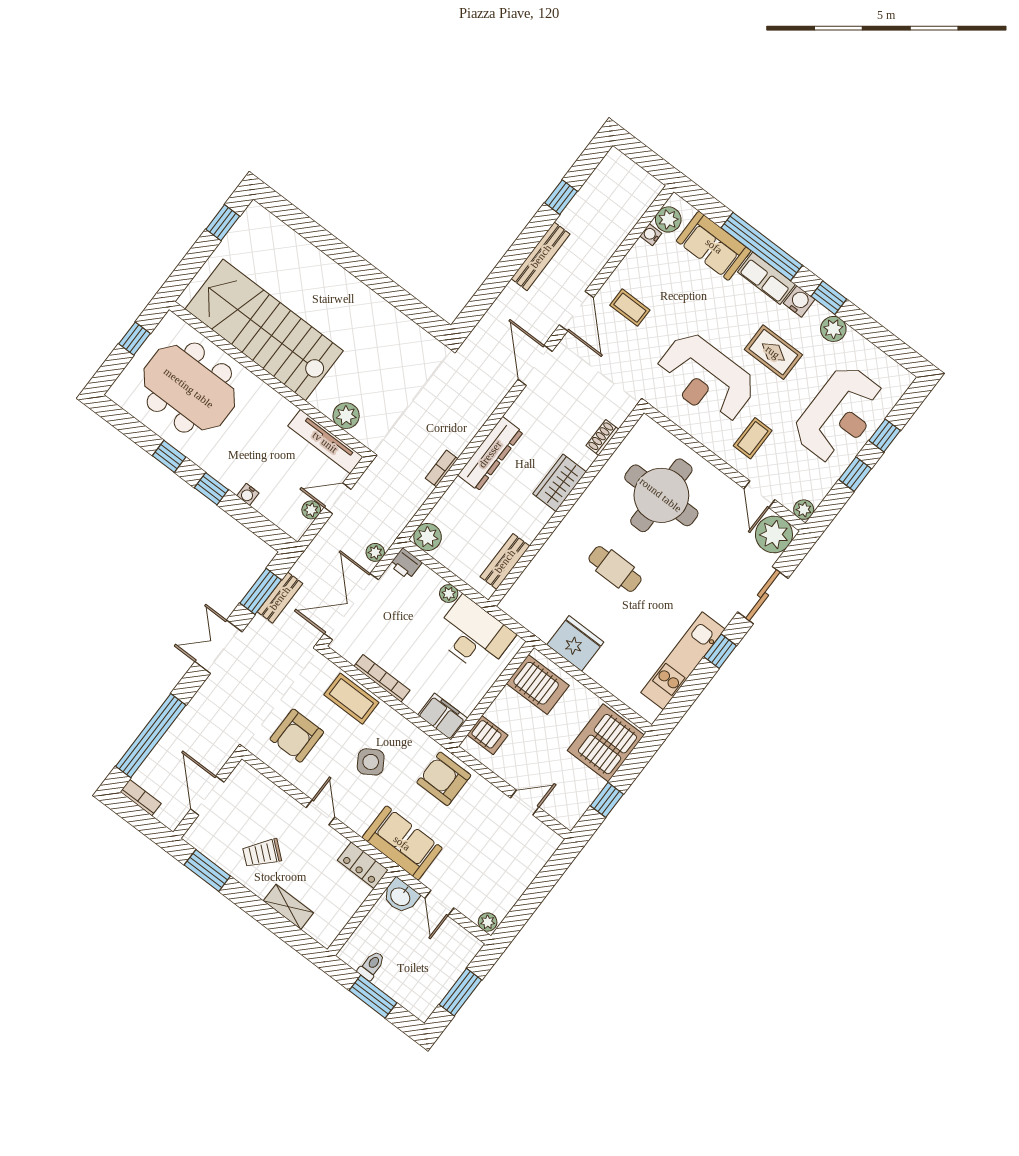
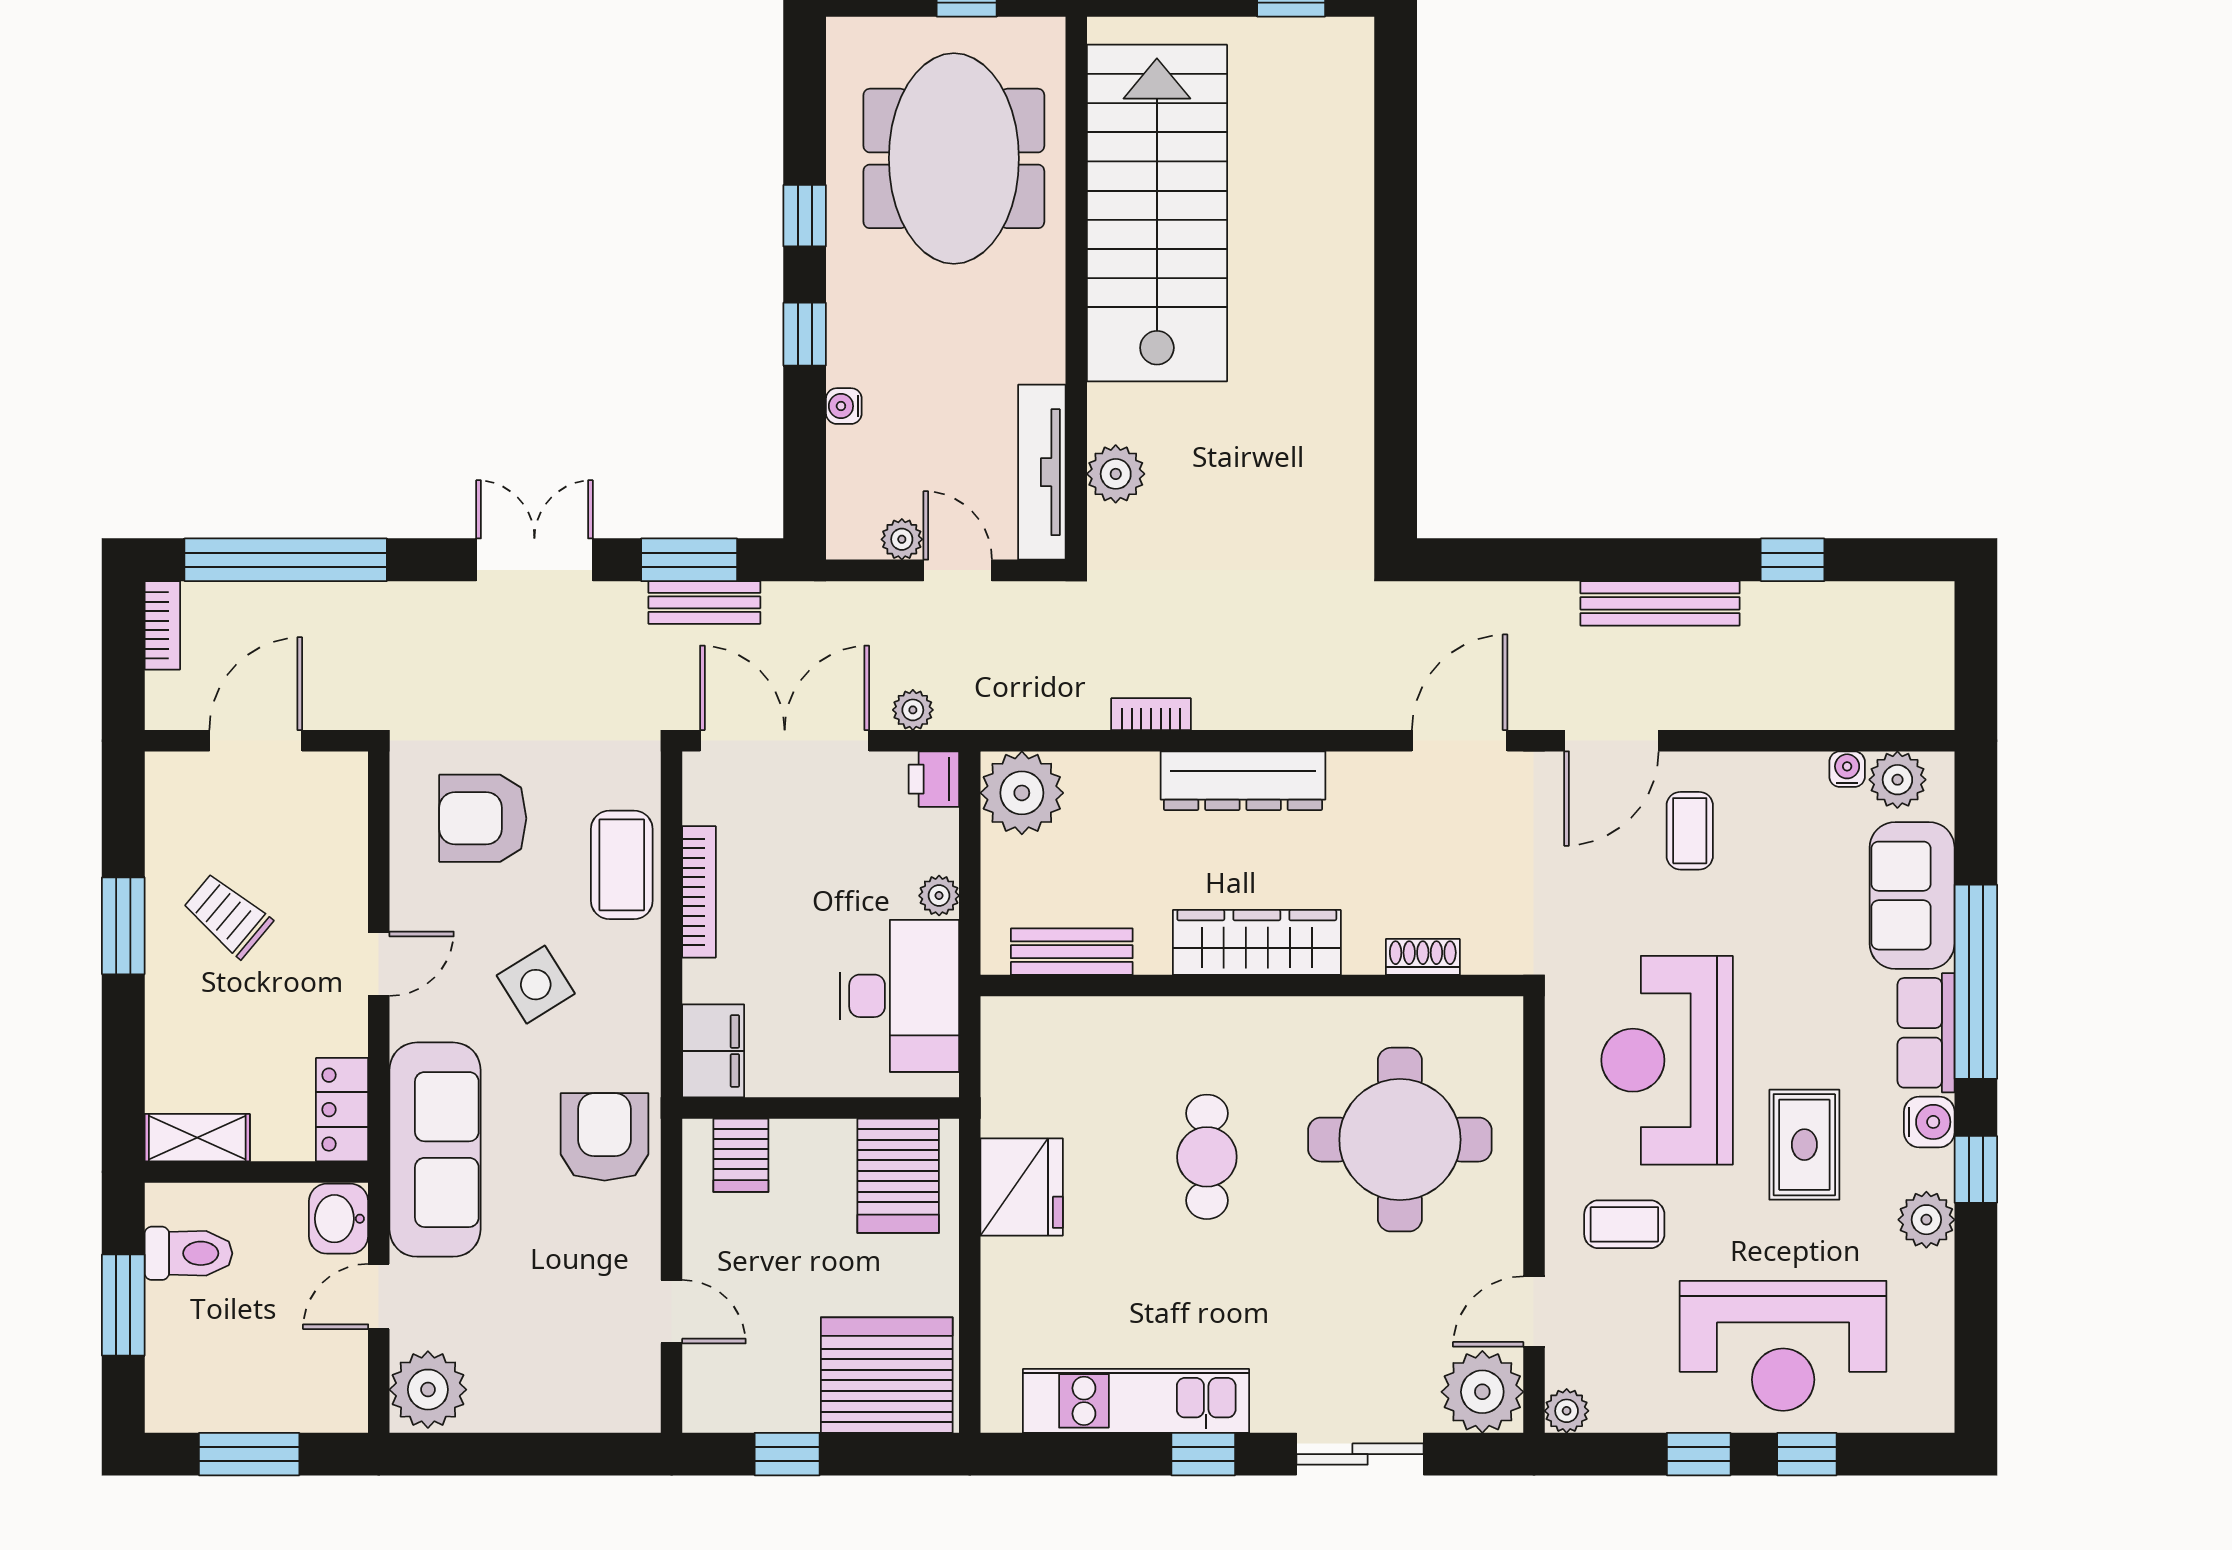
wardrobe: (560, 483) -> (1257, 942), width x1.50
plant: (428, 537) -> (1022, 793), width x1.36, depth x1.36
sofa: (402, 843) -> (435, 1150), width x1.36
window: (207, 870) -> (123, 926), moved
shelving: (288, 907) -> (197, 1138), moved, turned 90
plant: (488, 922) -> (428, 1390), width x1.87, depth x1.87
toilet: (371, 966) -> (188, 1253), width x1.37, depth x1.39

